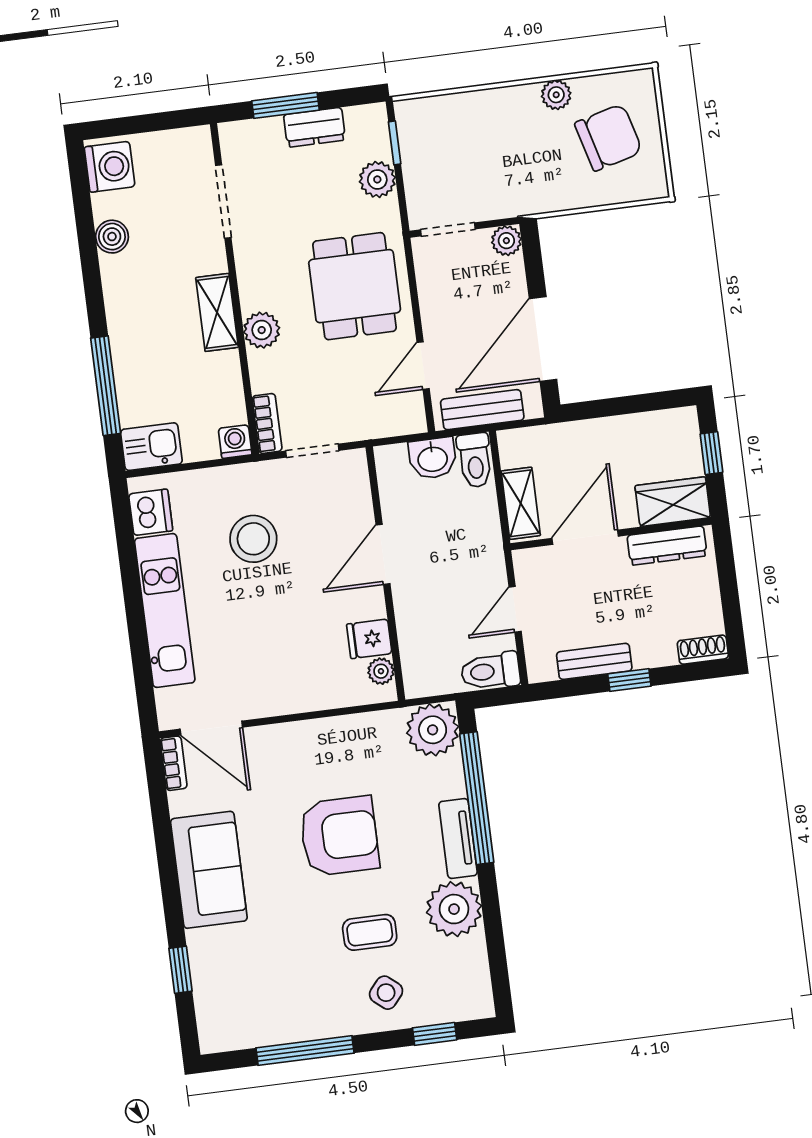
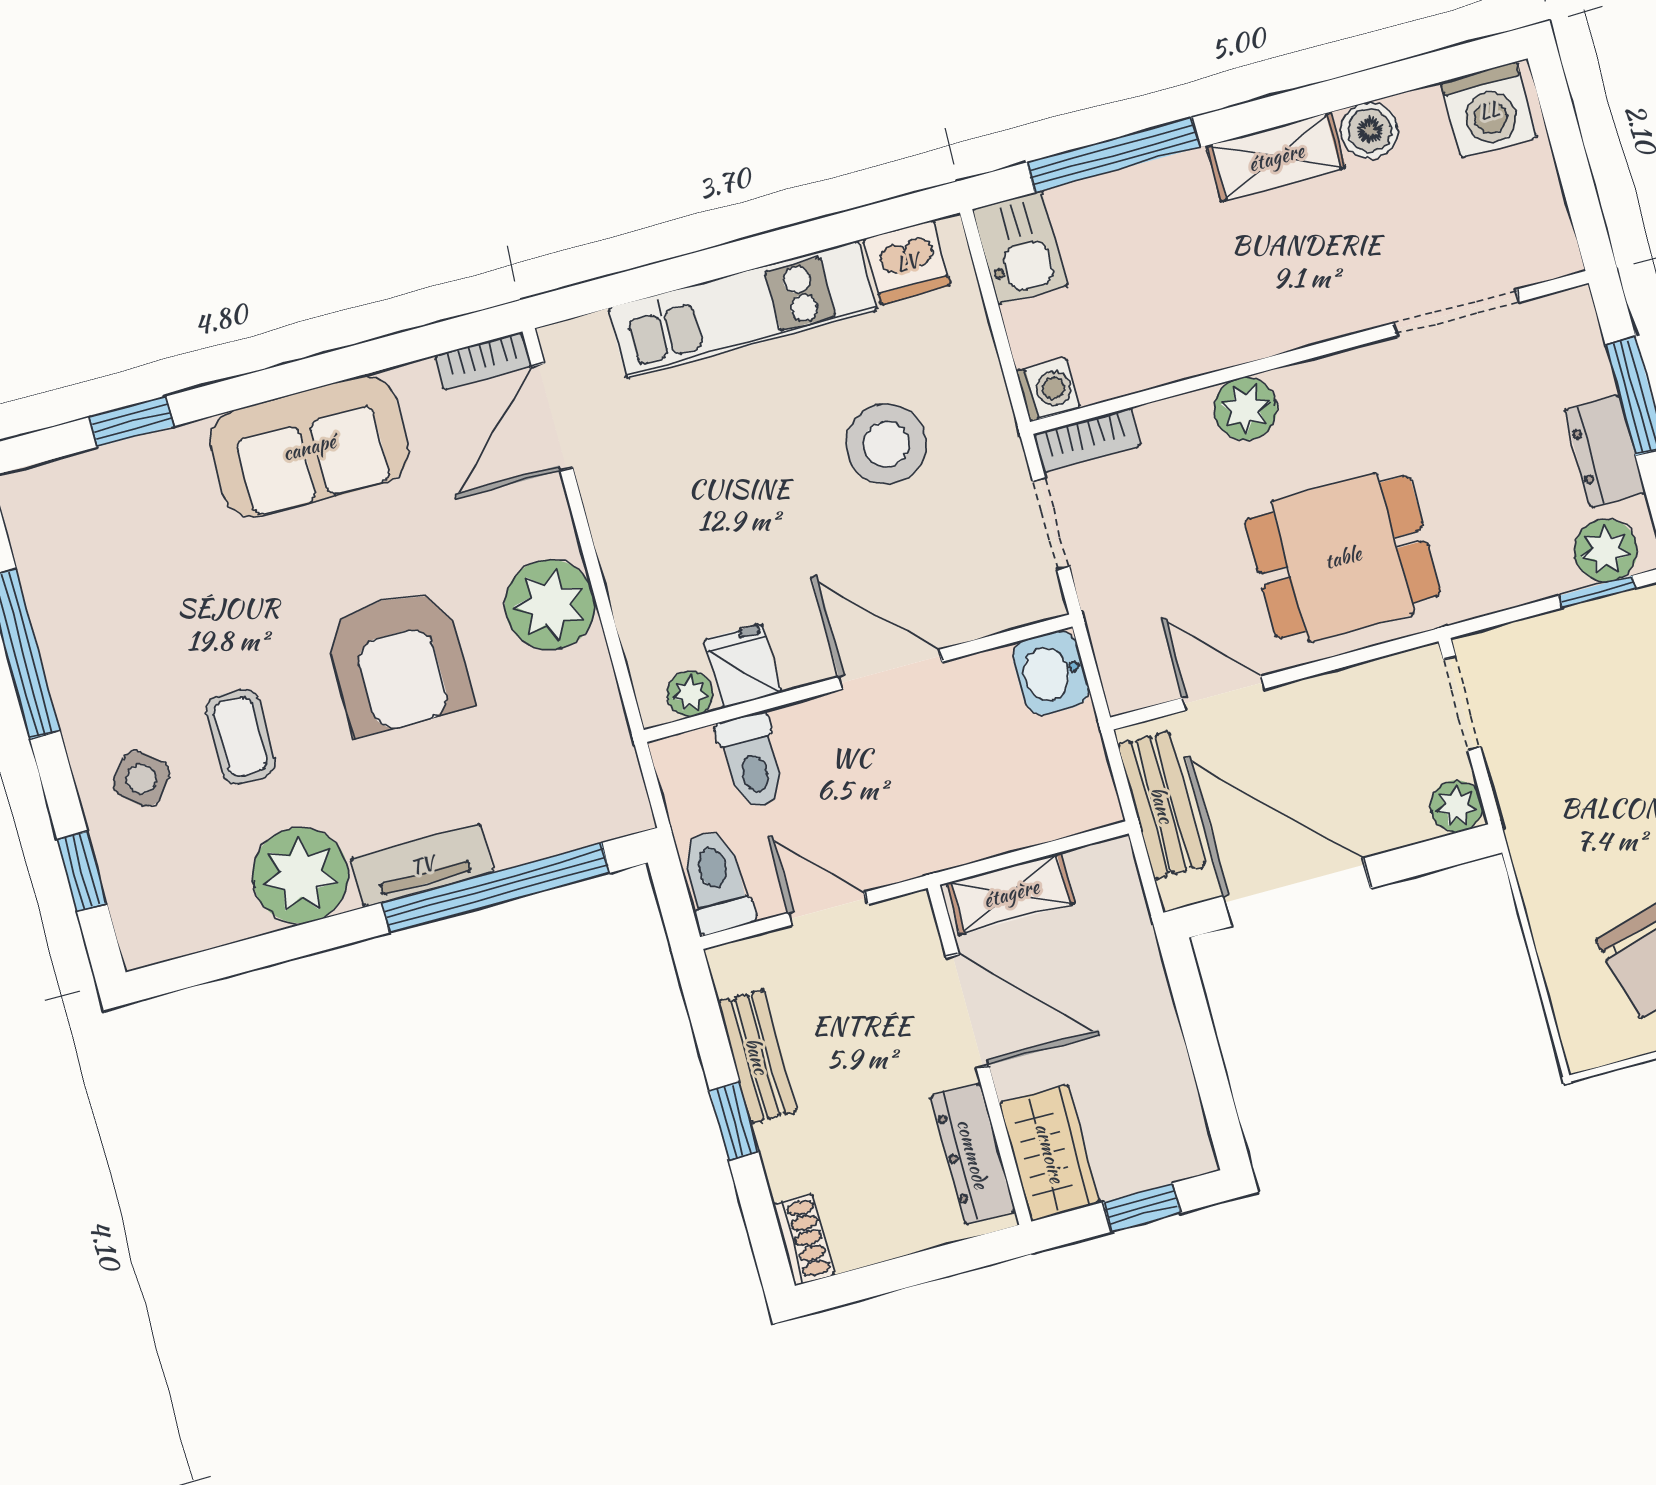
plant: (377, 179) -> (1606, 550), moved
shelving: (217, 312) -> (1276, 157), moved
washbasin: (433, 458) -> (1051, 673), moved
toilet: (475, 460) -> (752, 761), moved, turned -90
plant: (433, 730) -> (550, 605), moved

